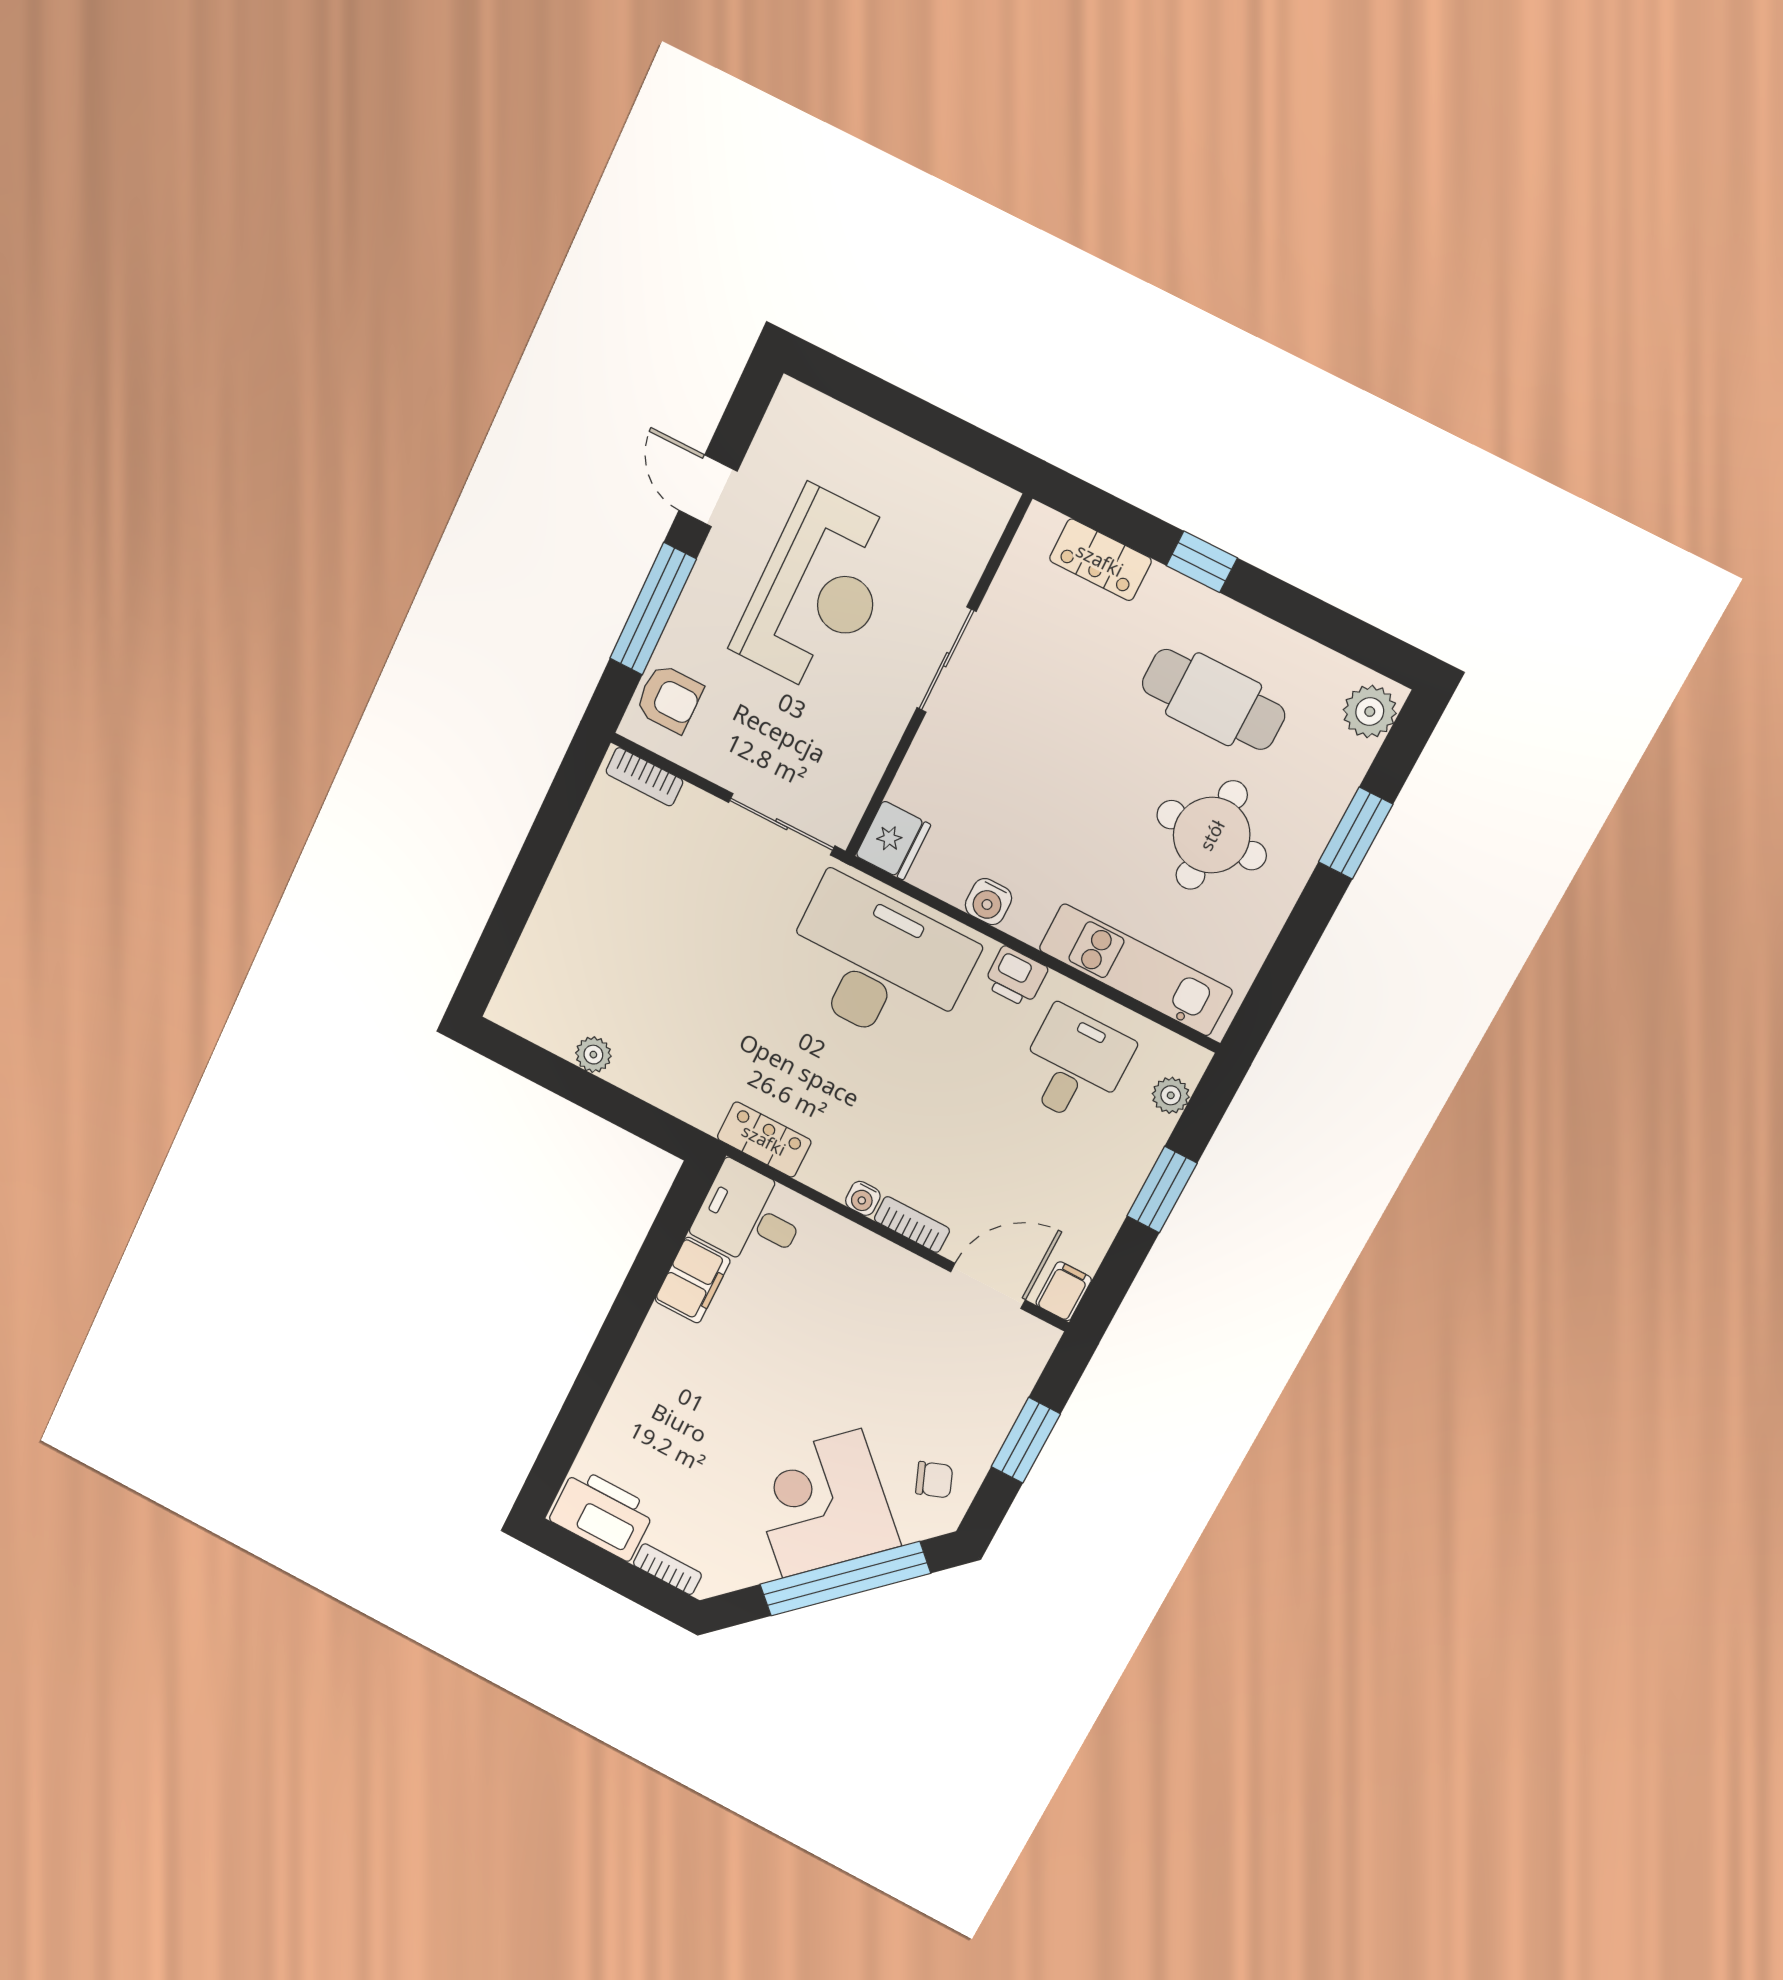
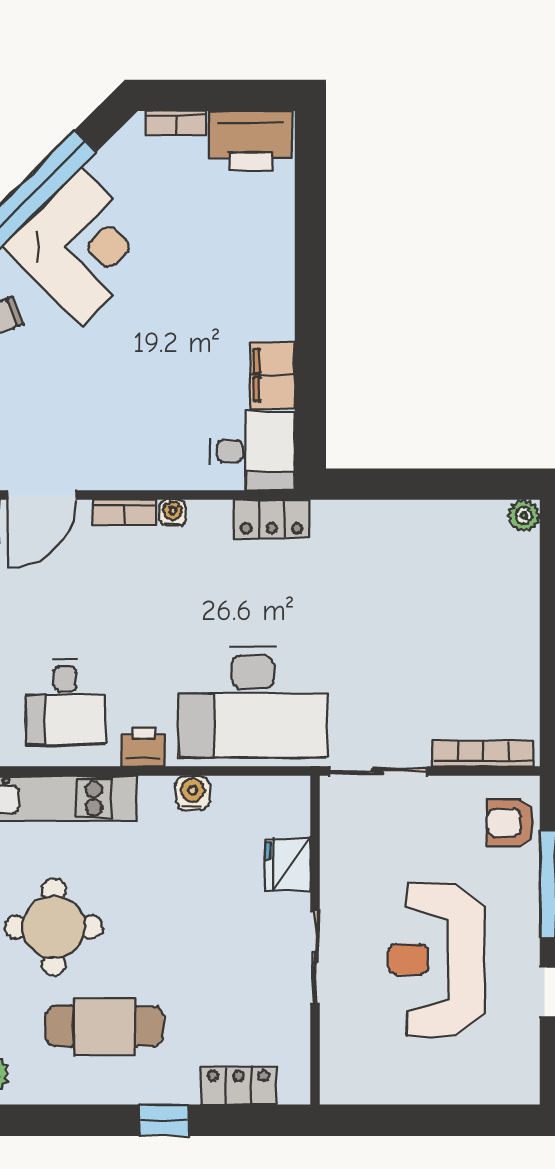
bookcase: (644, 777) -> (483, 754), width x1.56
fridge: (893, 840) -> (288, 865), moved
plant: (593, 1055) -> (524, 516), moved

